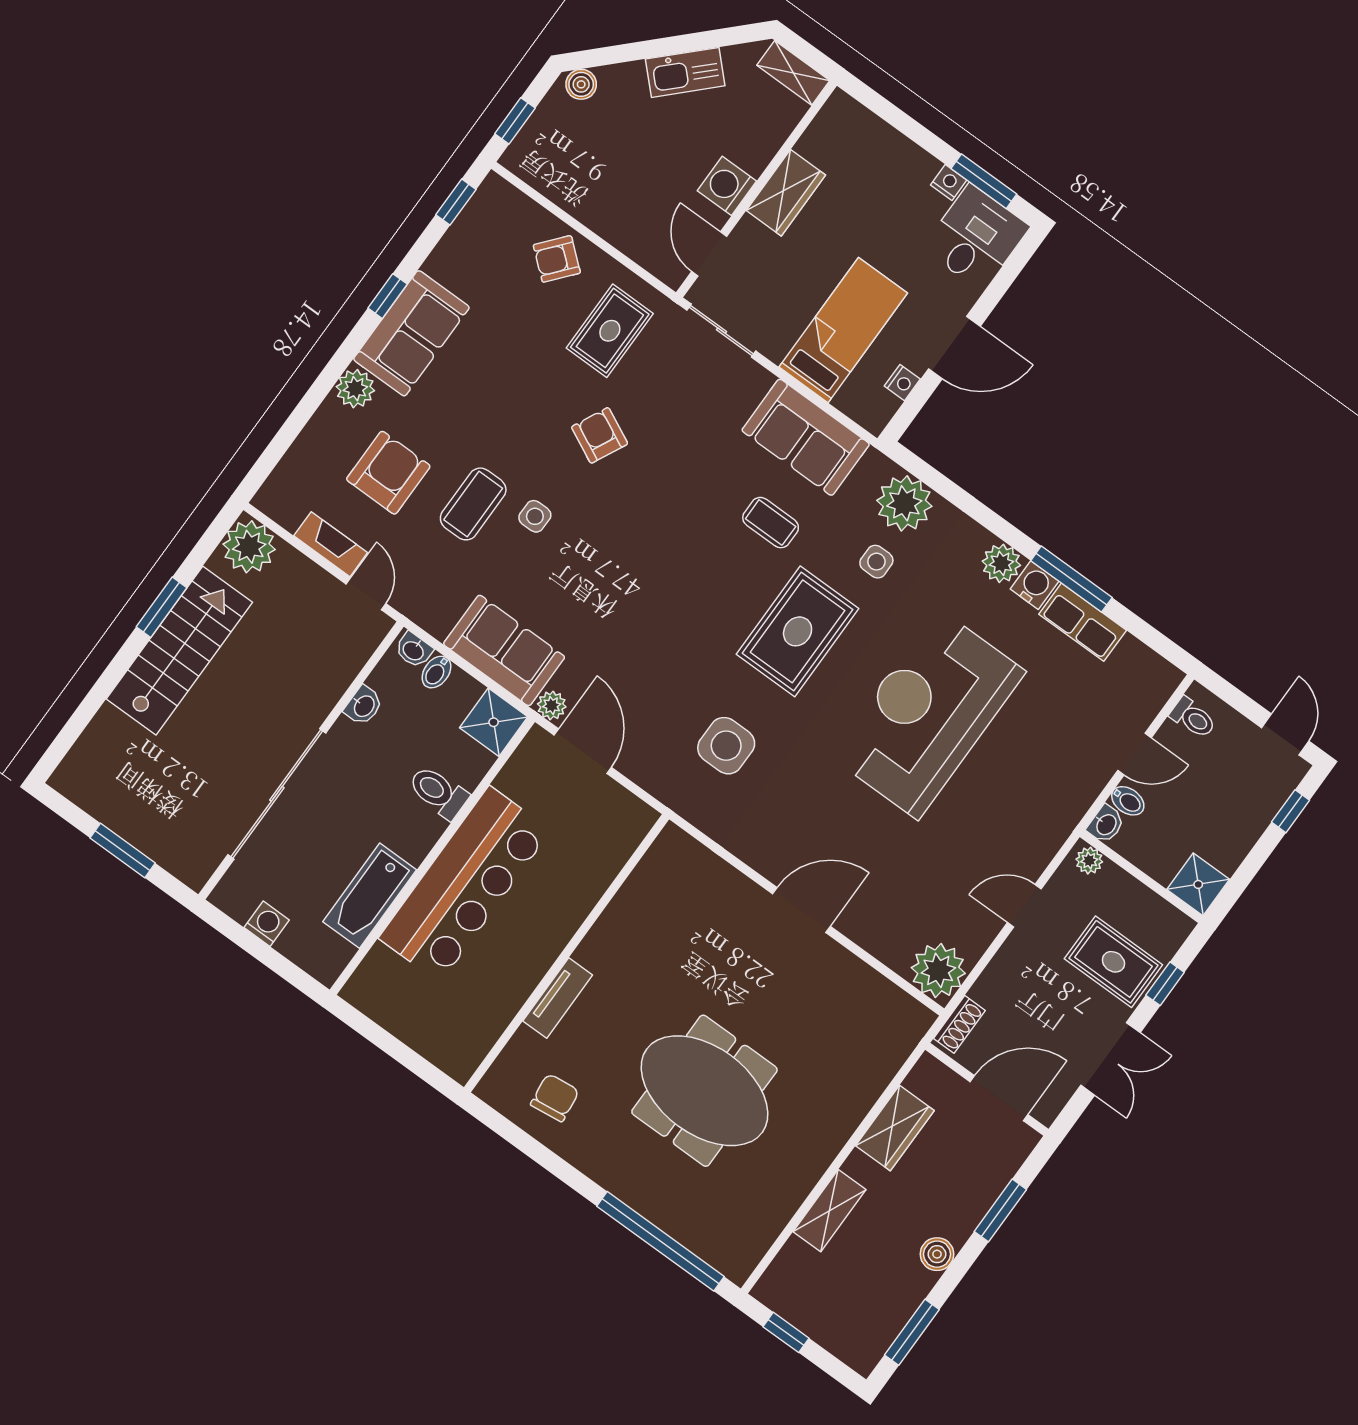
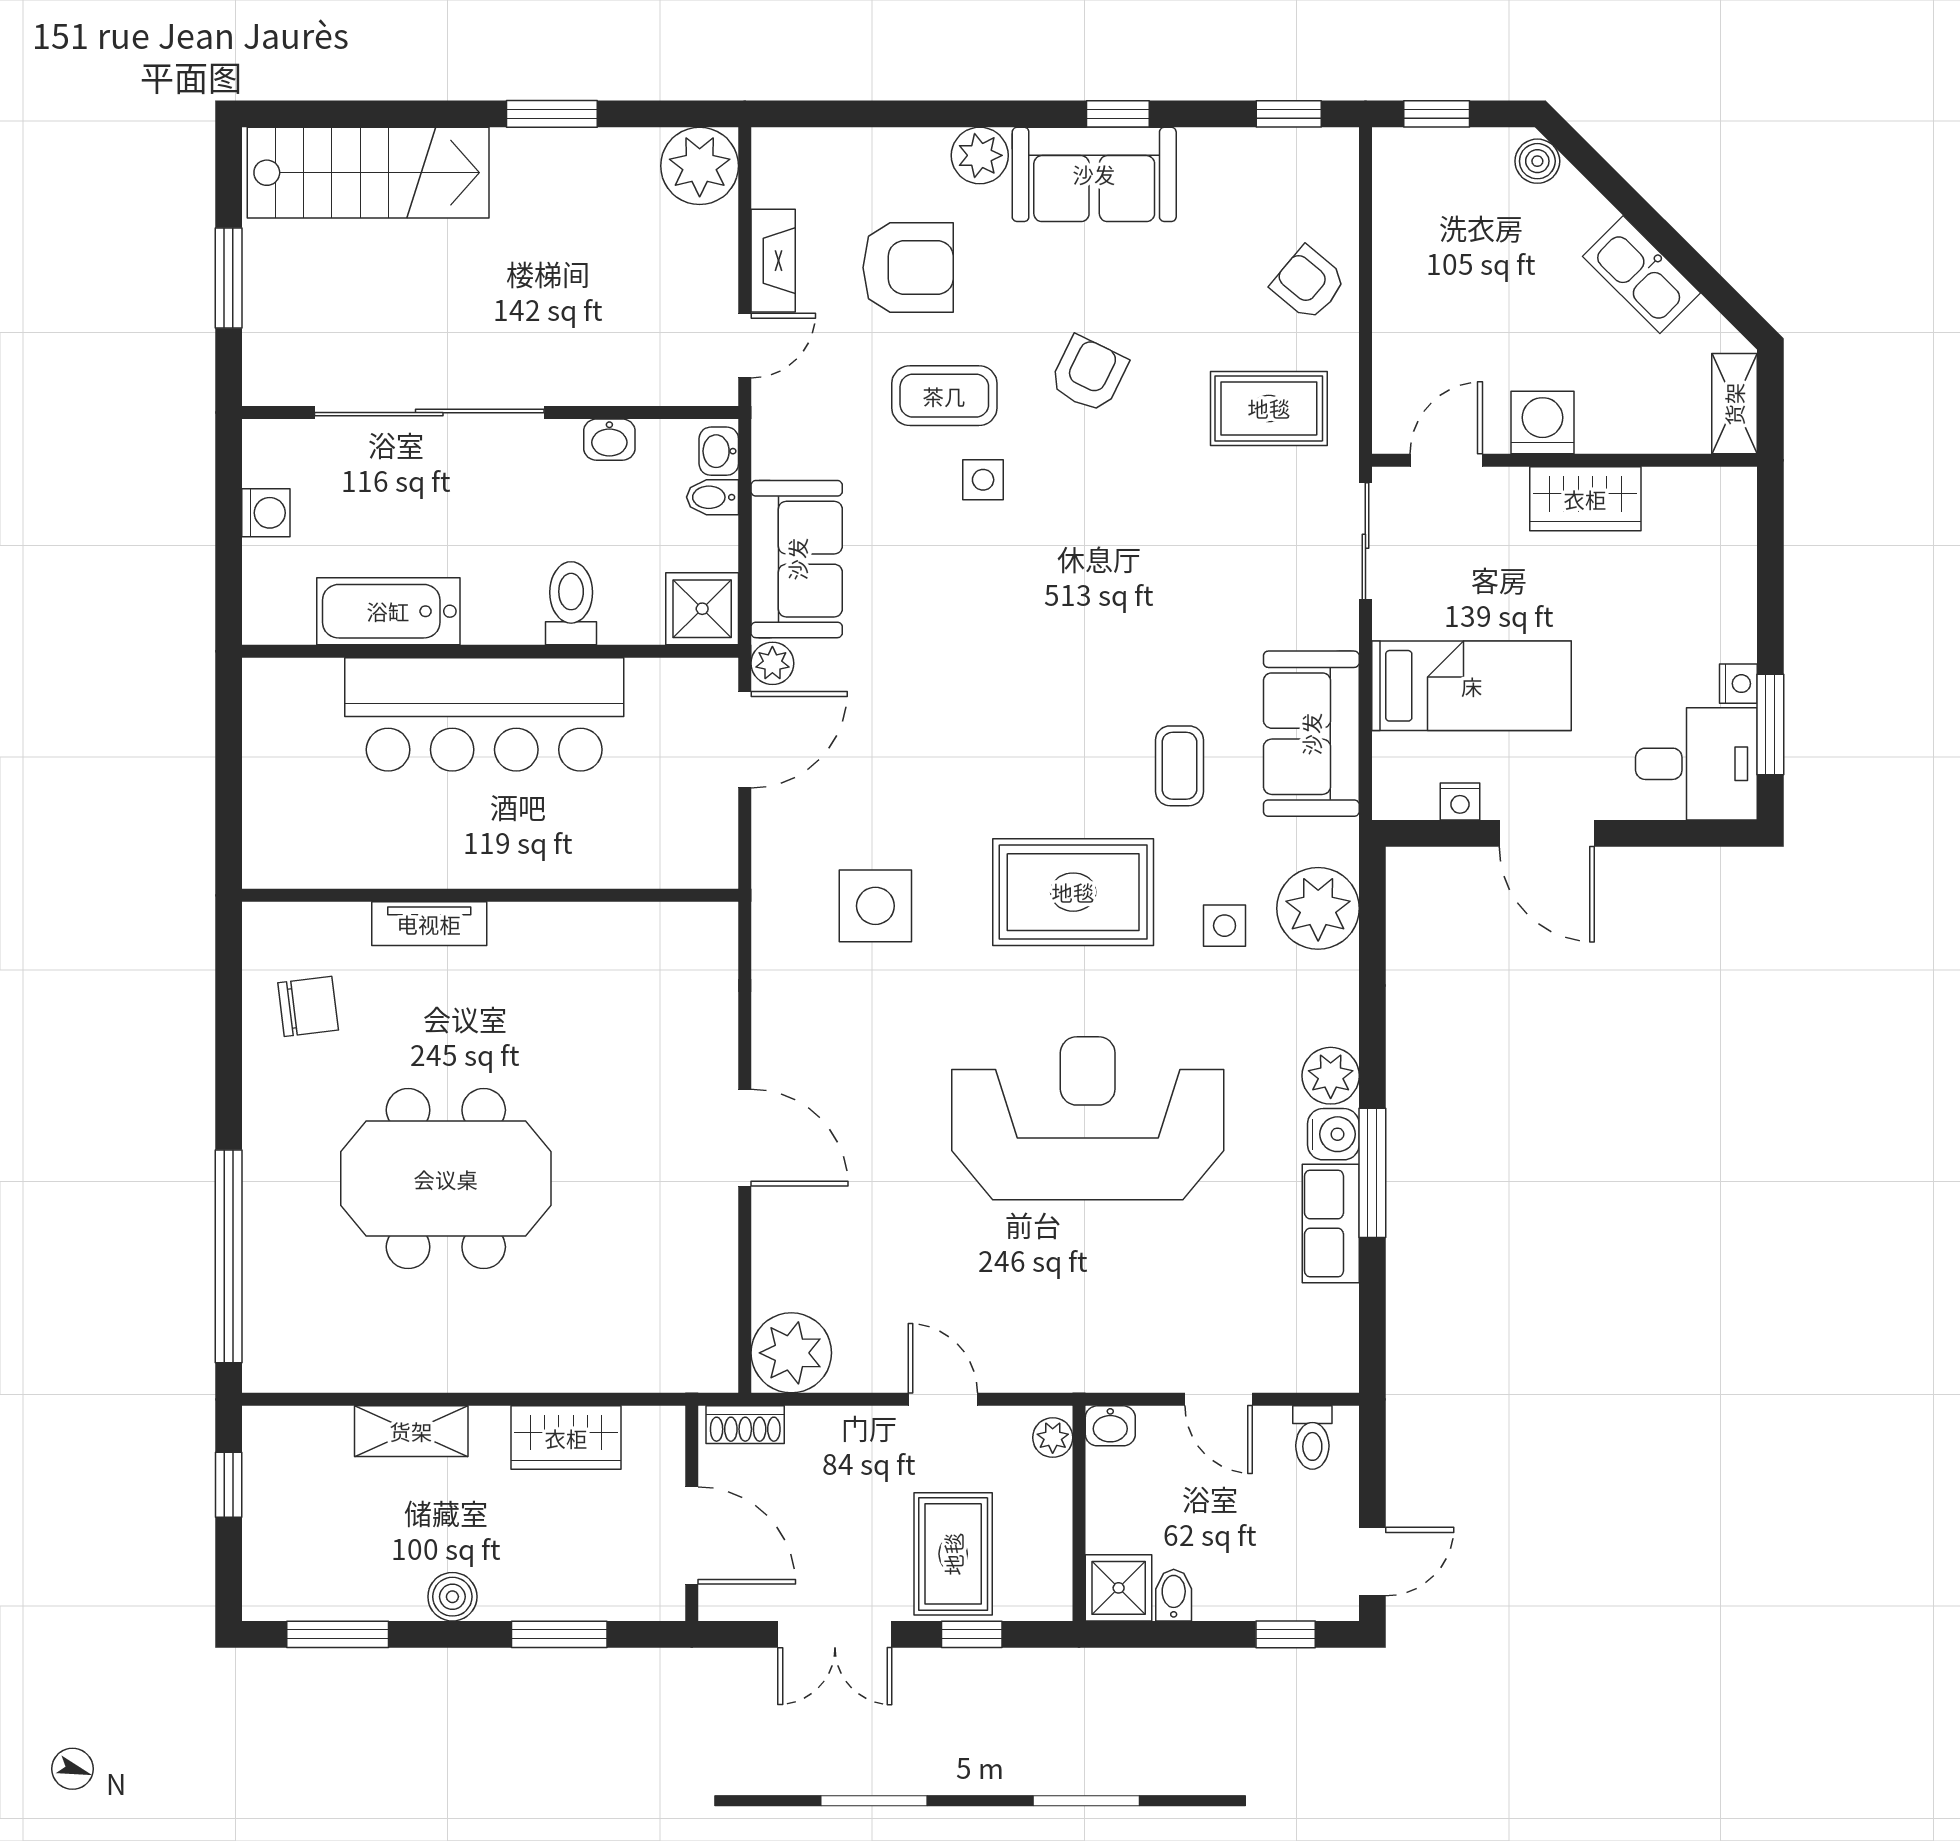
armchair: (600, 435) -> (1089, 374), moved
stairs: (179, 651) -> (368, 173), moved
bidet: (1128, 801) -> (1174, 1595), moved, turned 180
meeting table: (704, 1091) -> (446, 1179), turned 90

